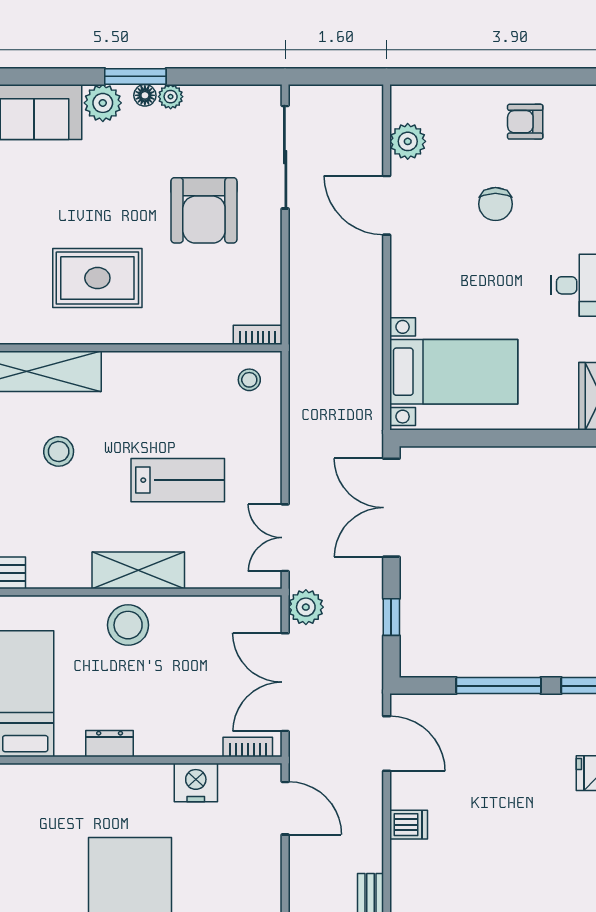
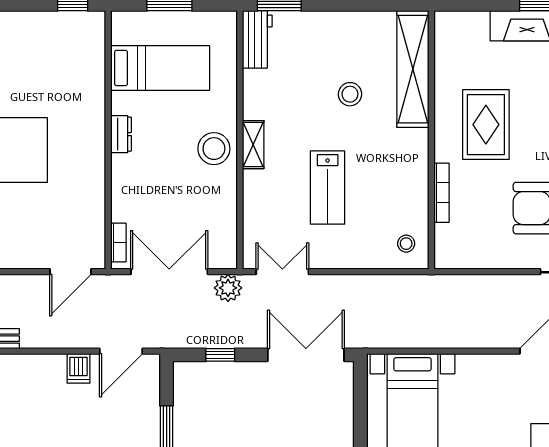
bookcase: (258, 335) -> (441, 193), moved, width x1.56
shelving: (138, 570) -> (253, 145), width x0.67, depth x0.75
nightstand: (196, 783) -> (91, 202), removed
dishwasher: (409, 825) -> (79, 368), moved

